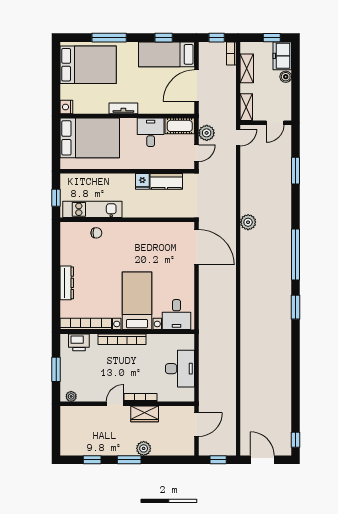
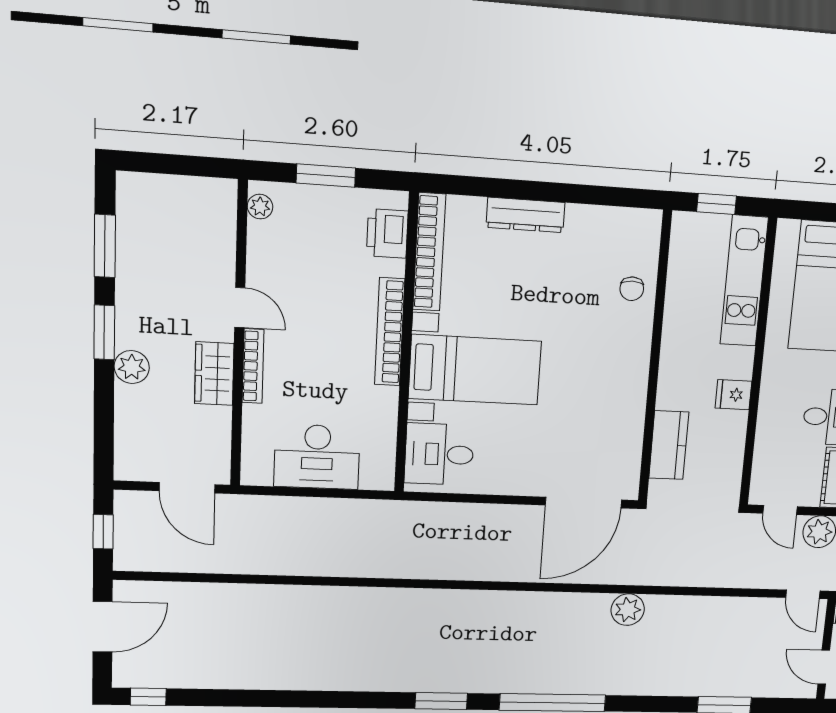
kitchen counter: (166, 181) -> (669, 445), moved, turned 180
kitchen unit: (92, 209) -> (744, 281), moved, turned 180
window: (92, 460) -> (105, 246), width x1.50

